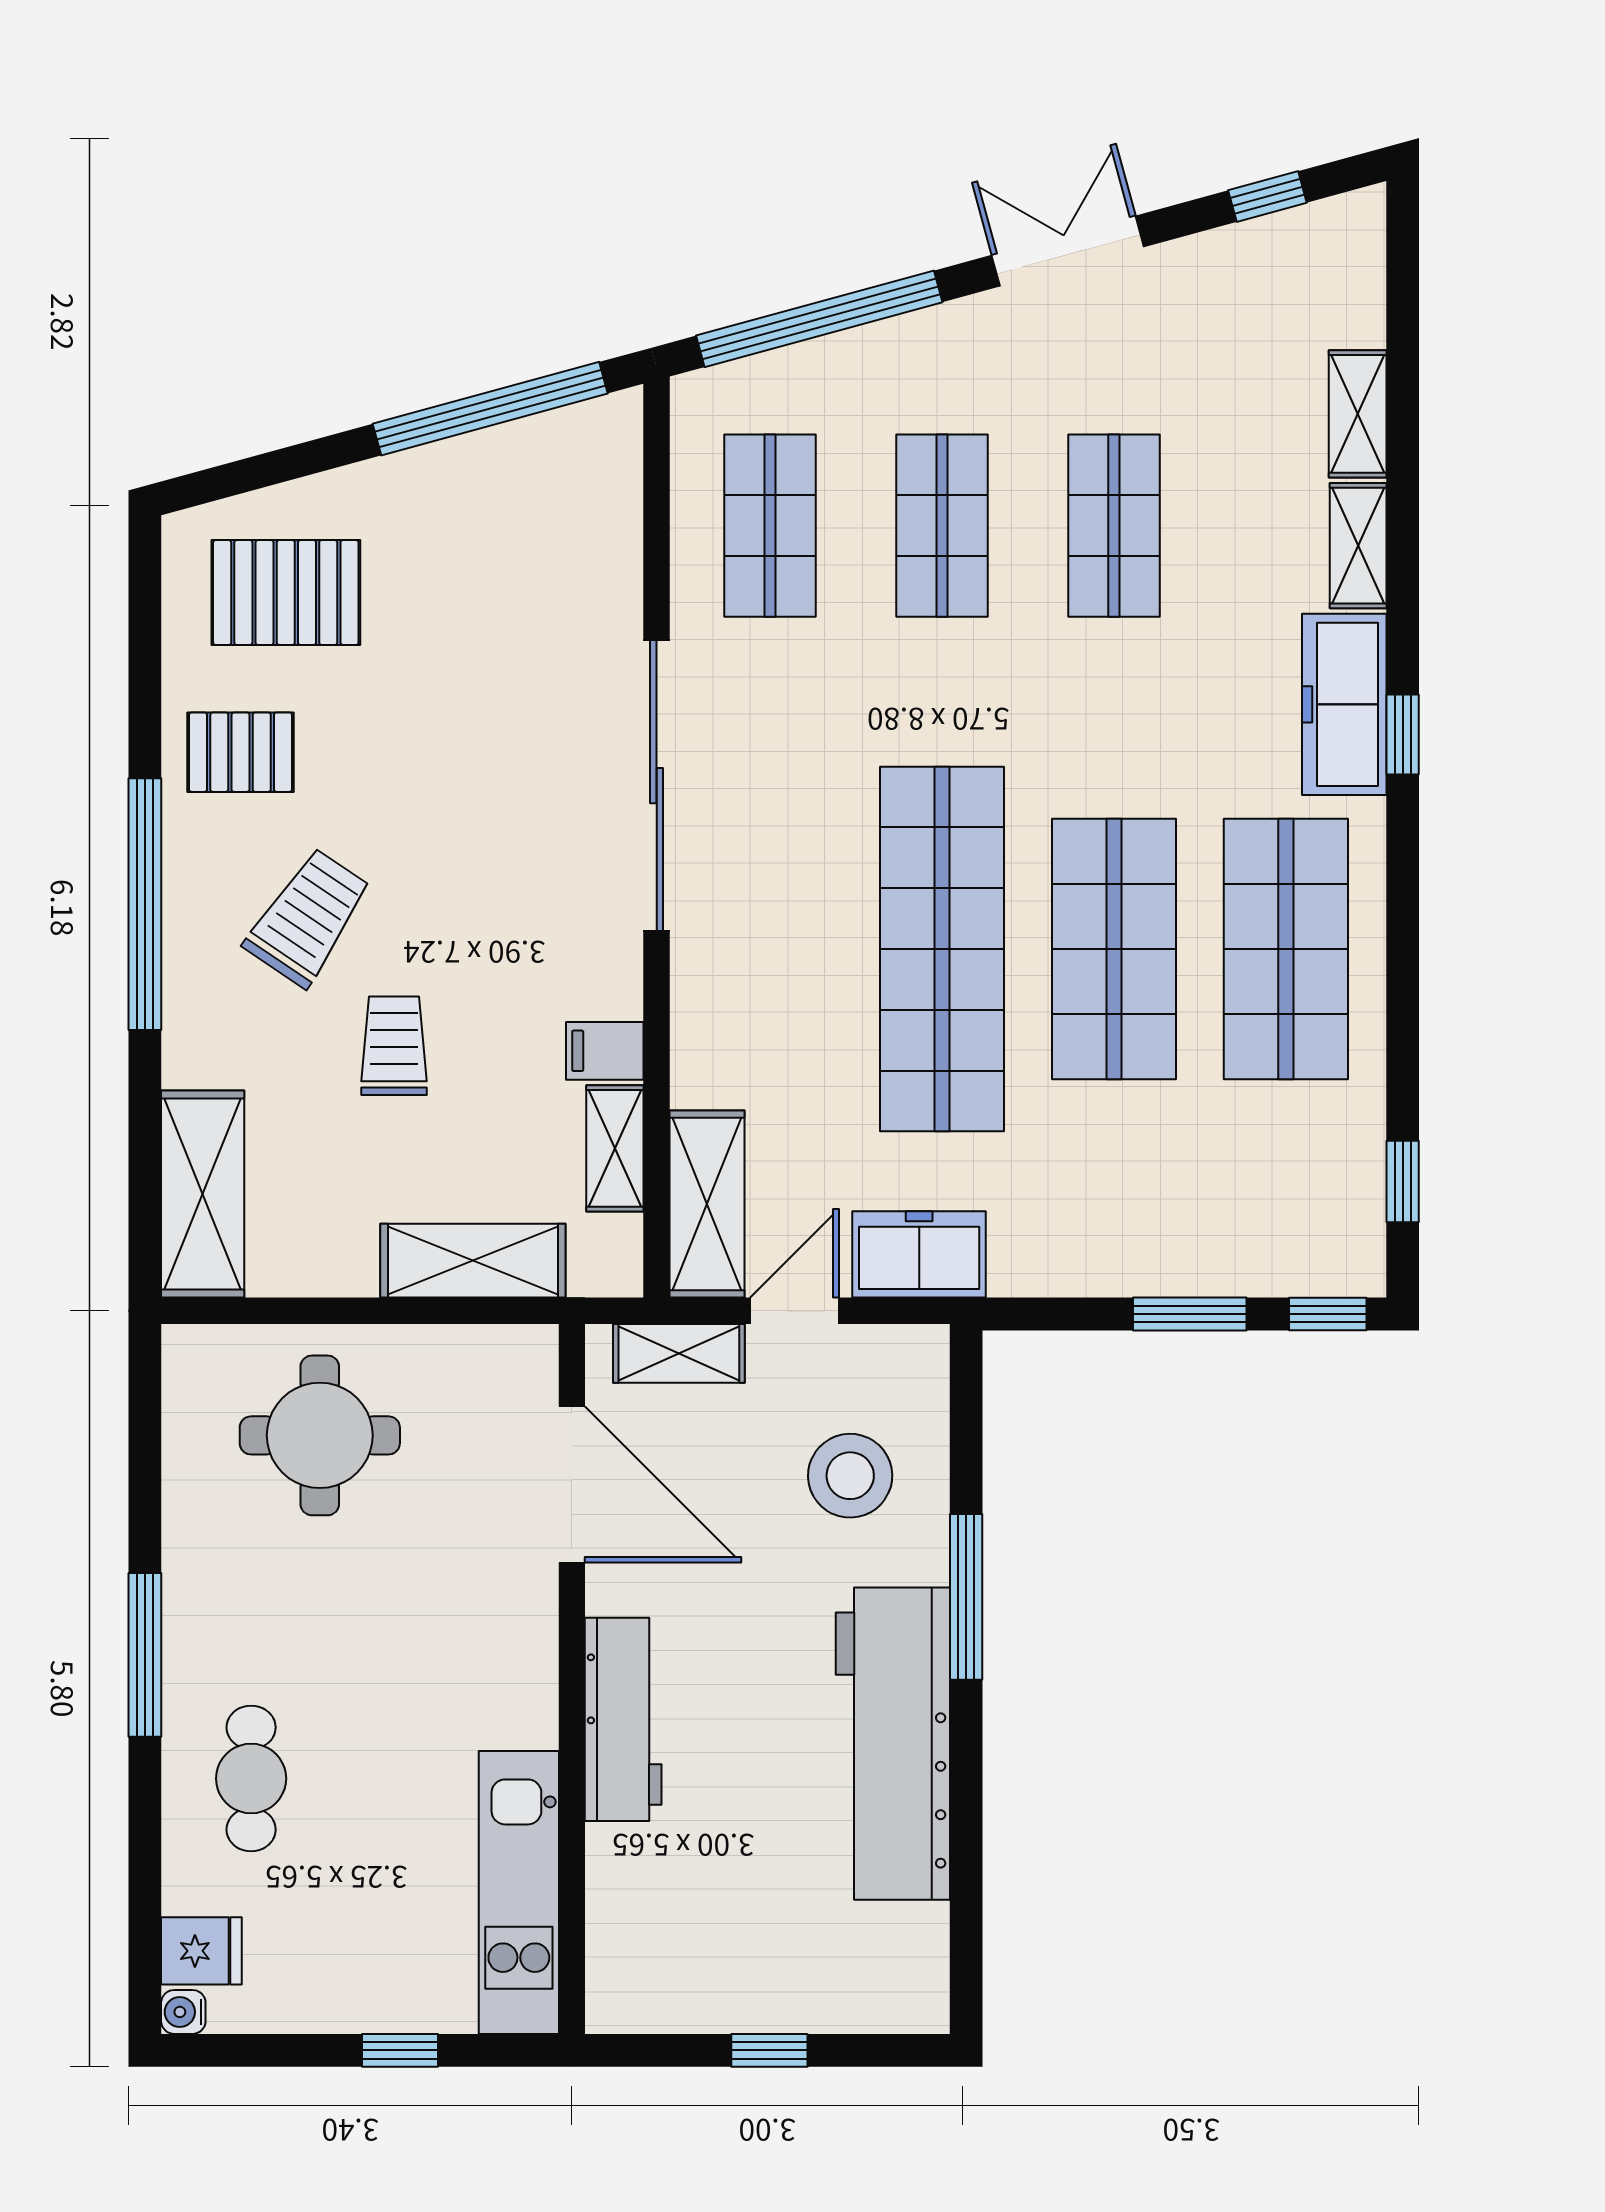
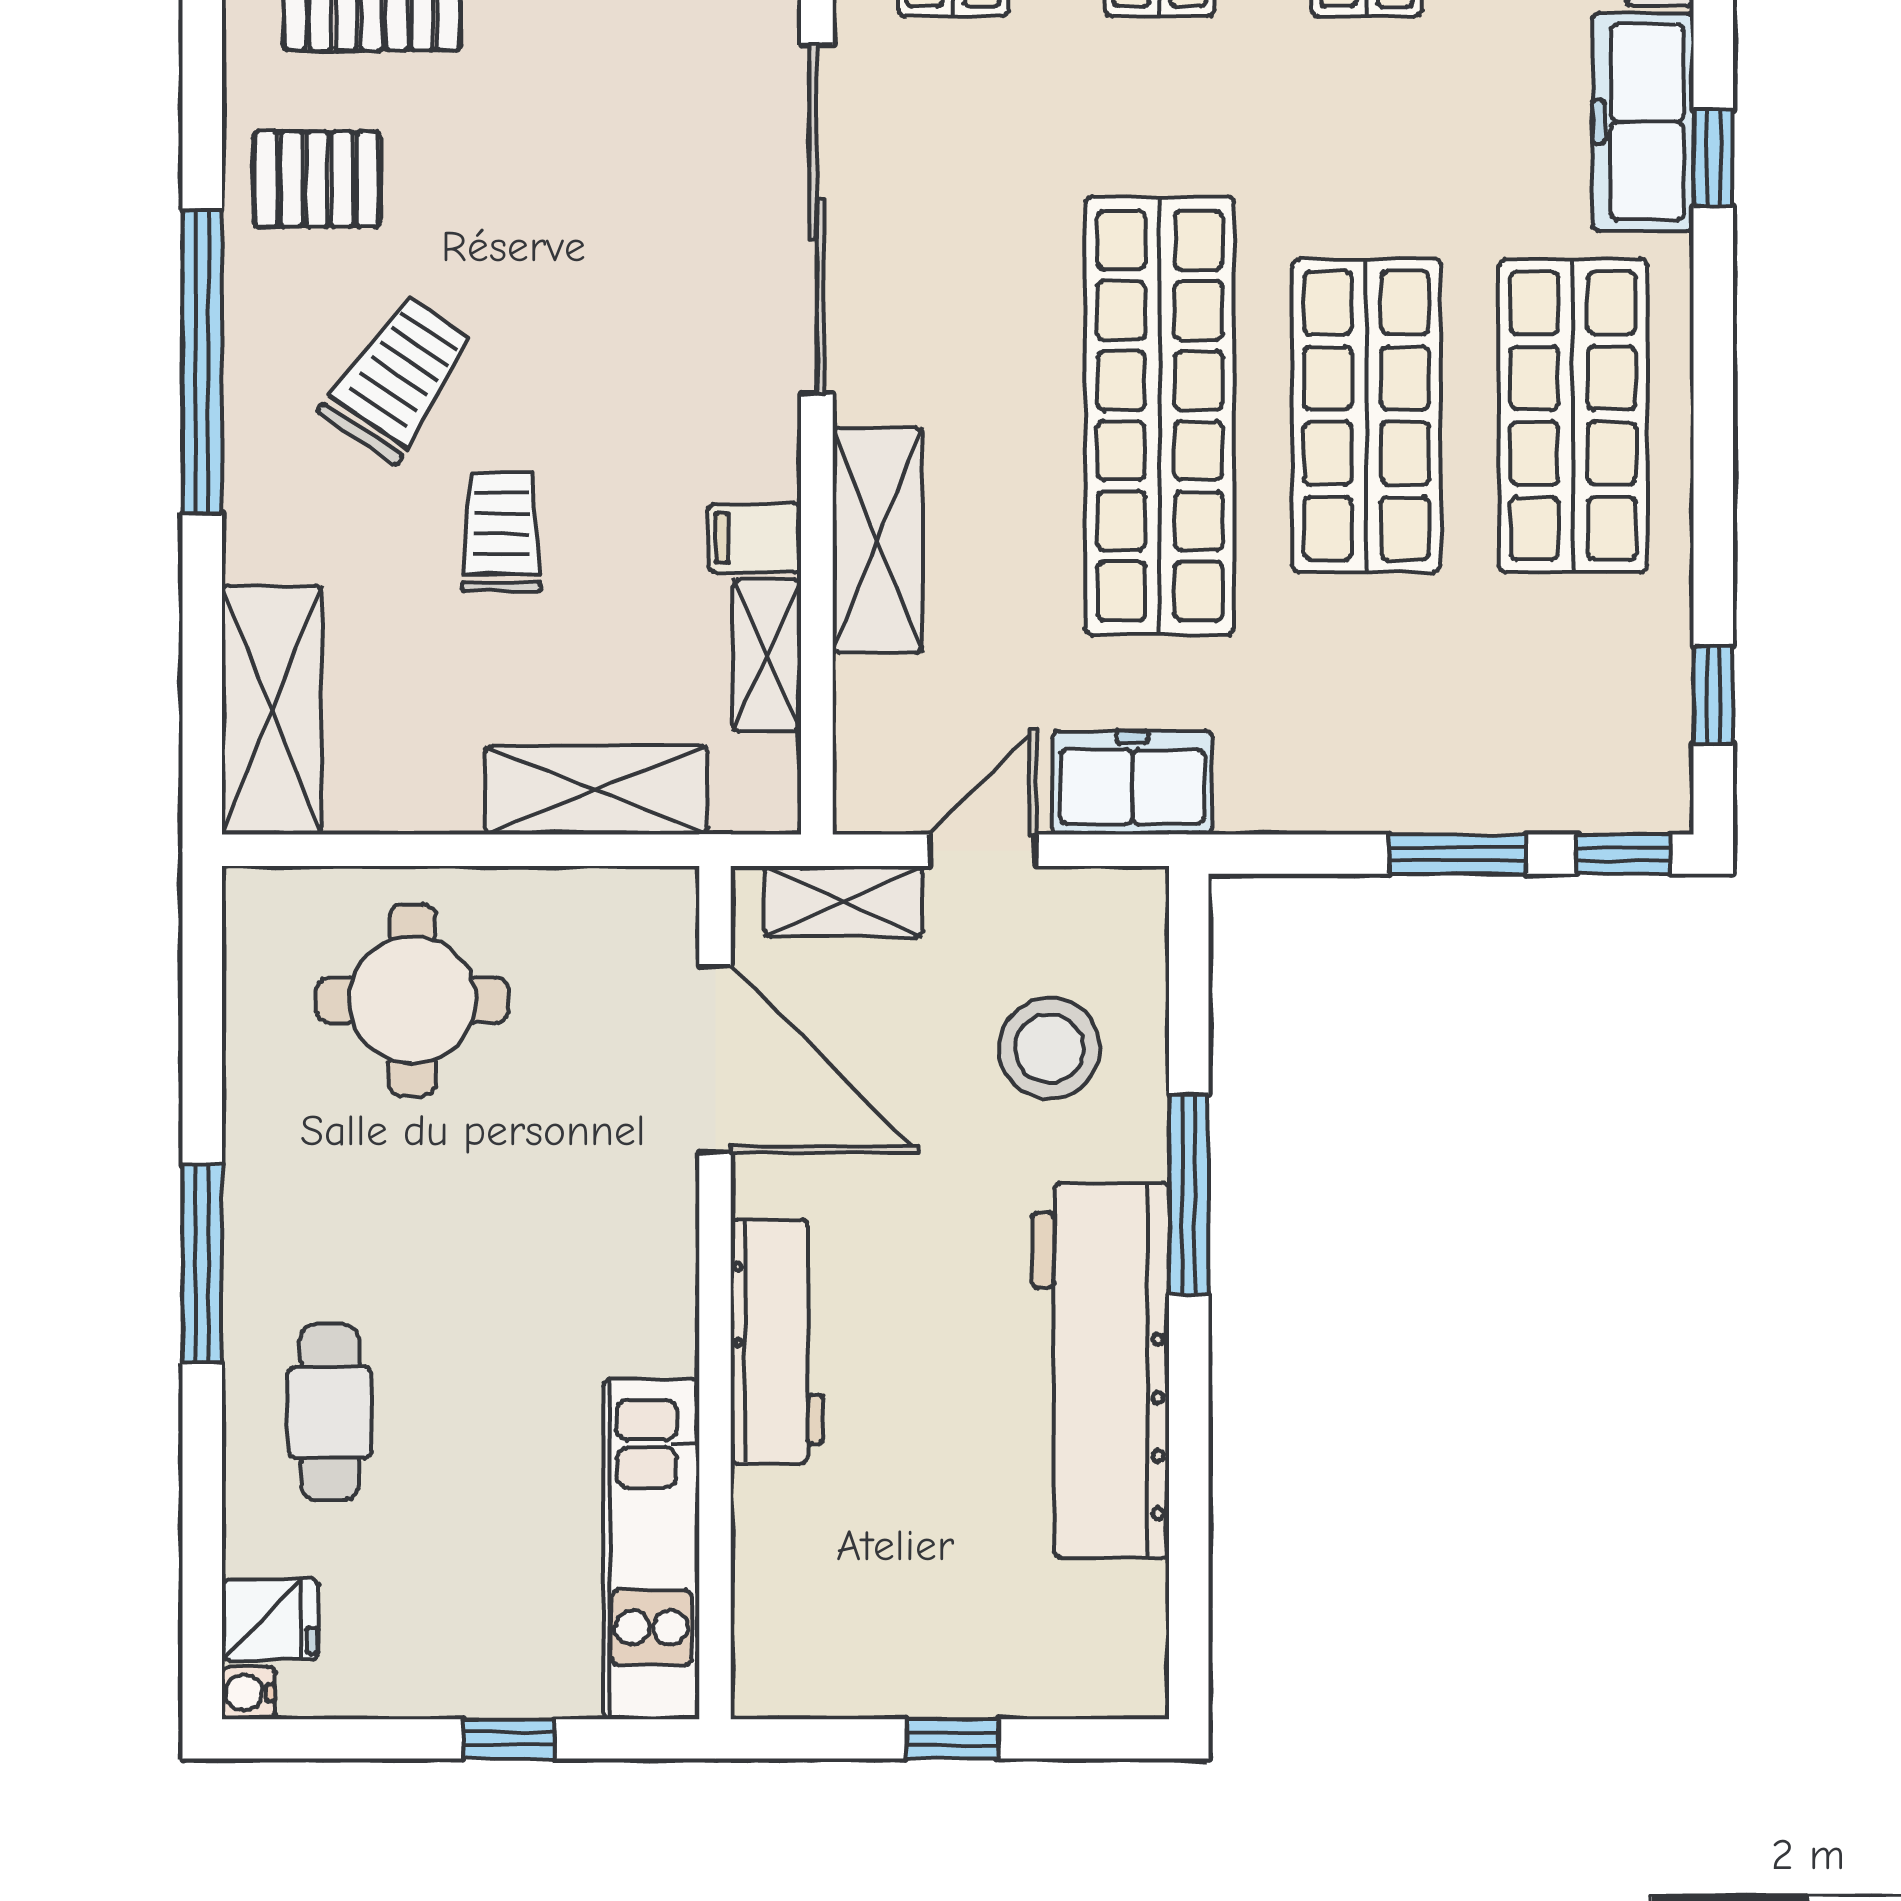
shelving: (707, 1204) -> (878, 540), moved

